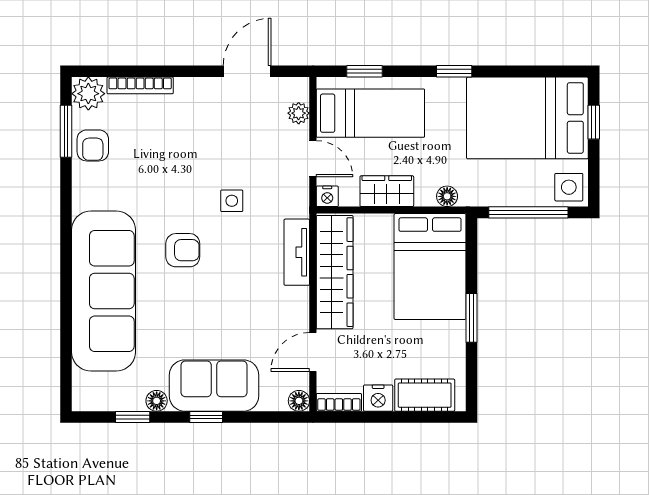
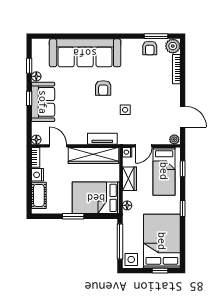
plant: (299, 113) -> (174, 139), moved
armchair: (93, 145) -> (150, 48), turned -90

